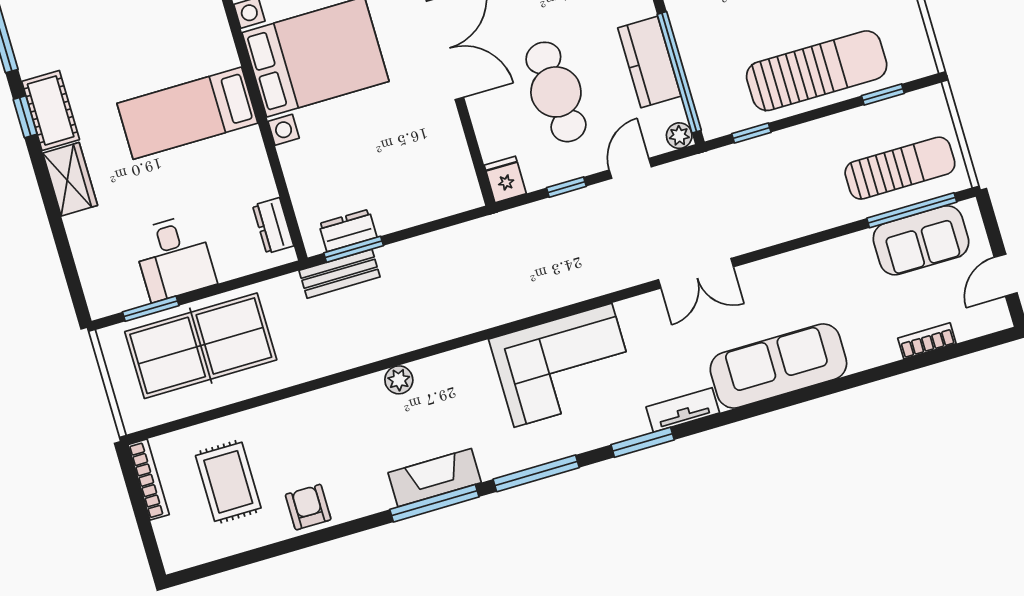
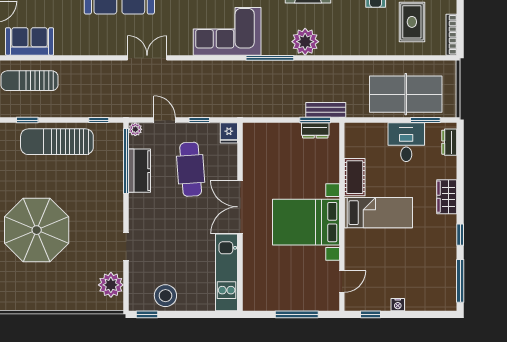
cot: (51, 110) -> (355, 177), moved
door: (630, 168) -> (165, 120), swing flipped
window: (912, 210) -> (270, 58), moved
dresser: (273, 226) -> (449, 142), moved, turned 180
plant: (399, 380) -> (305, 42), width x1.87, depth x1.87

